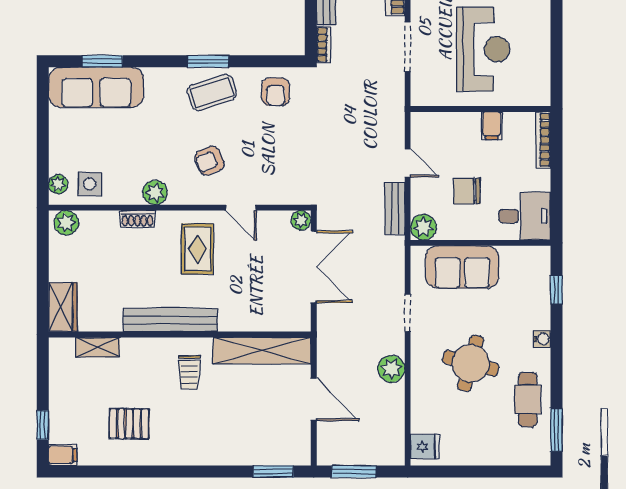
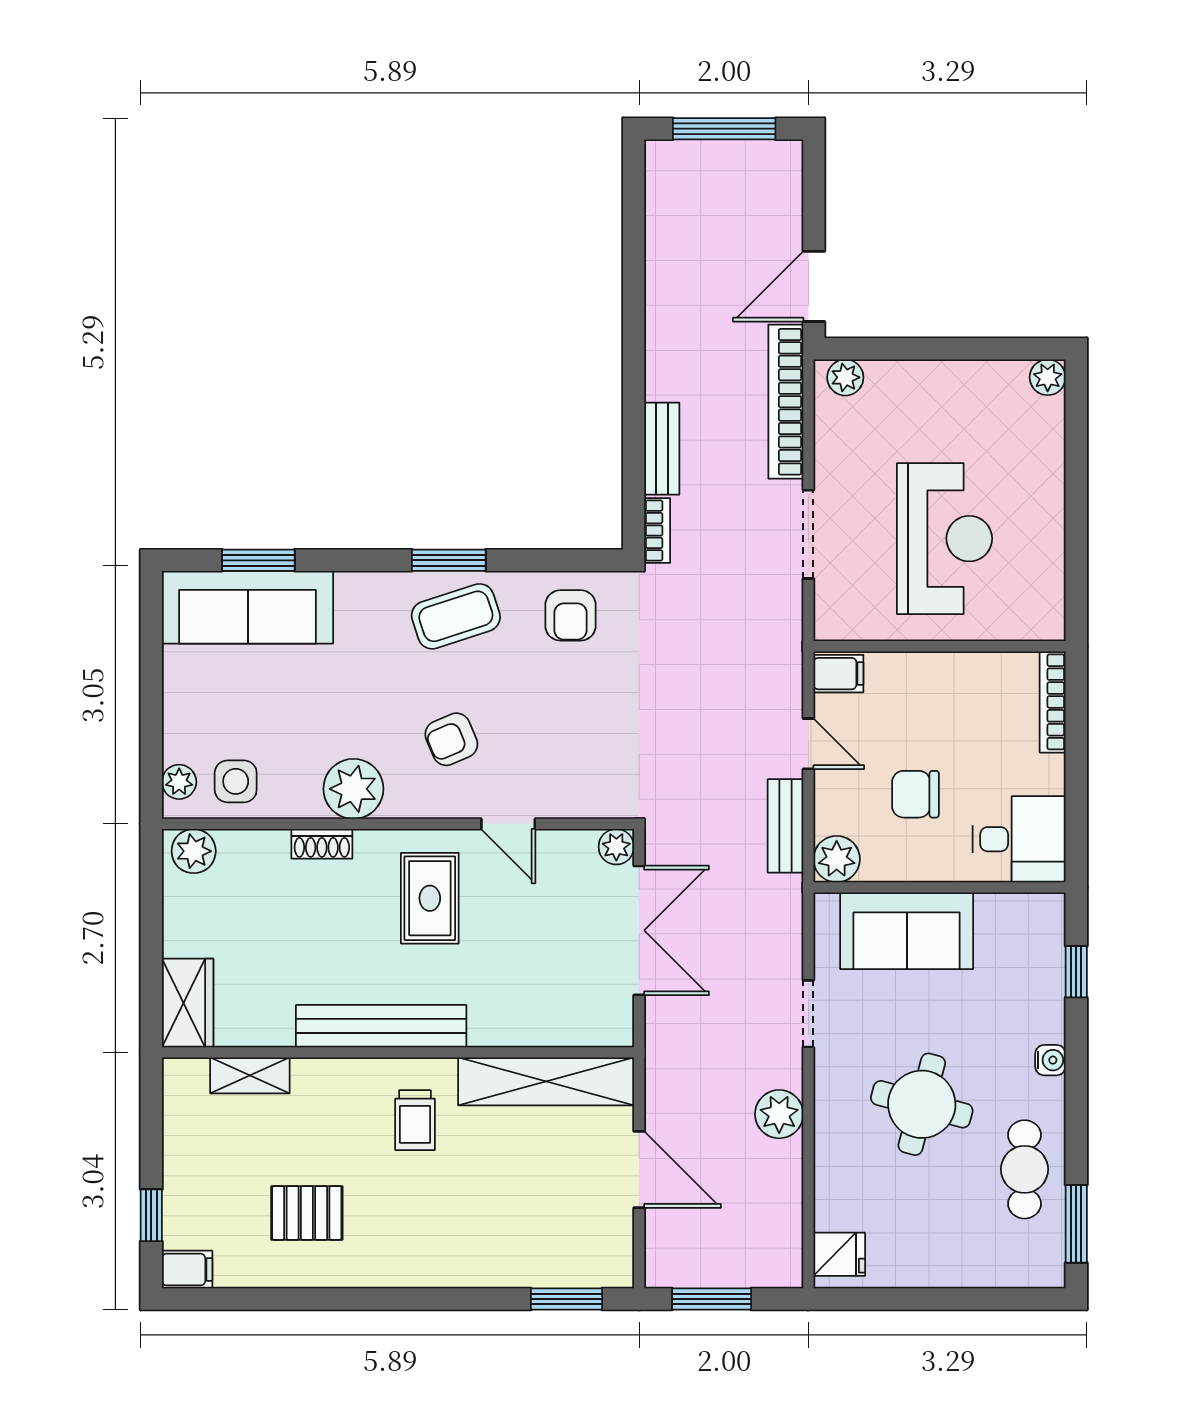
filing cabinet: (492, 126) -> (838, 674), moved, turned -90
plant: (155, 193) -> (353, 789), width x1.36, depth x1.36

